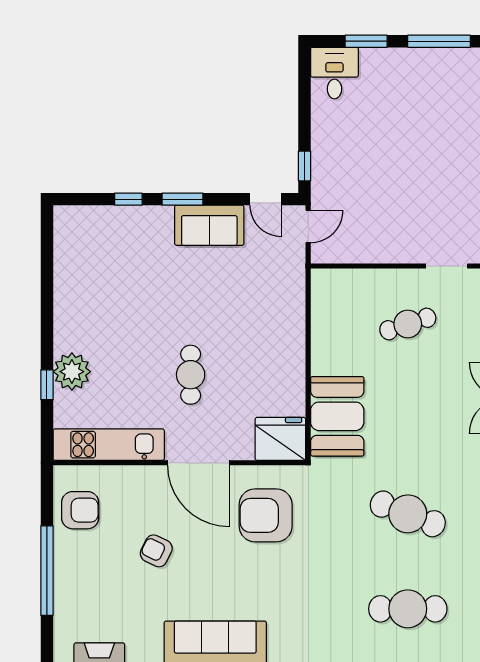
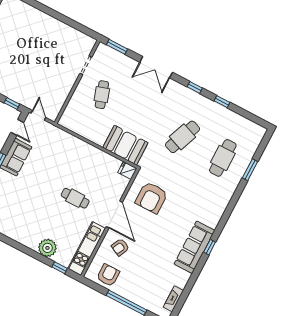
door: (266, 199) -> (17, 127), hinge flipped
window: (47, 385) -> (60, 268), moved
fridge: (280, 439) -> (127, 170), width x0.53, depth x0.75
door: (198, 463) -> (114, 214), hinge flipped
armchair: (156, 551) -> (120, 247), moved

